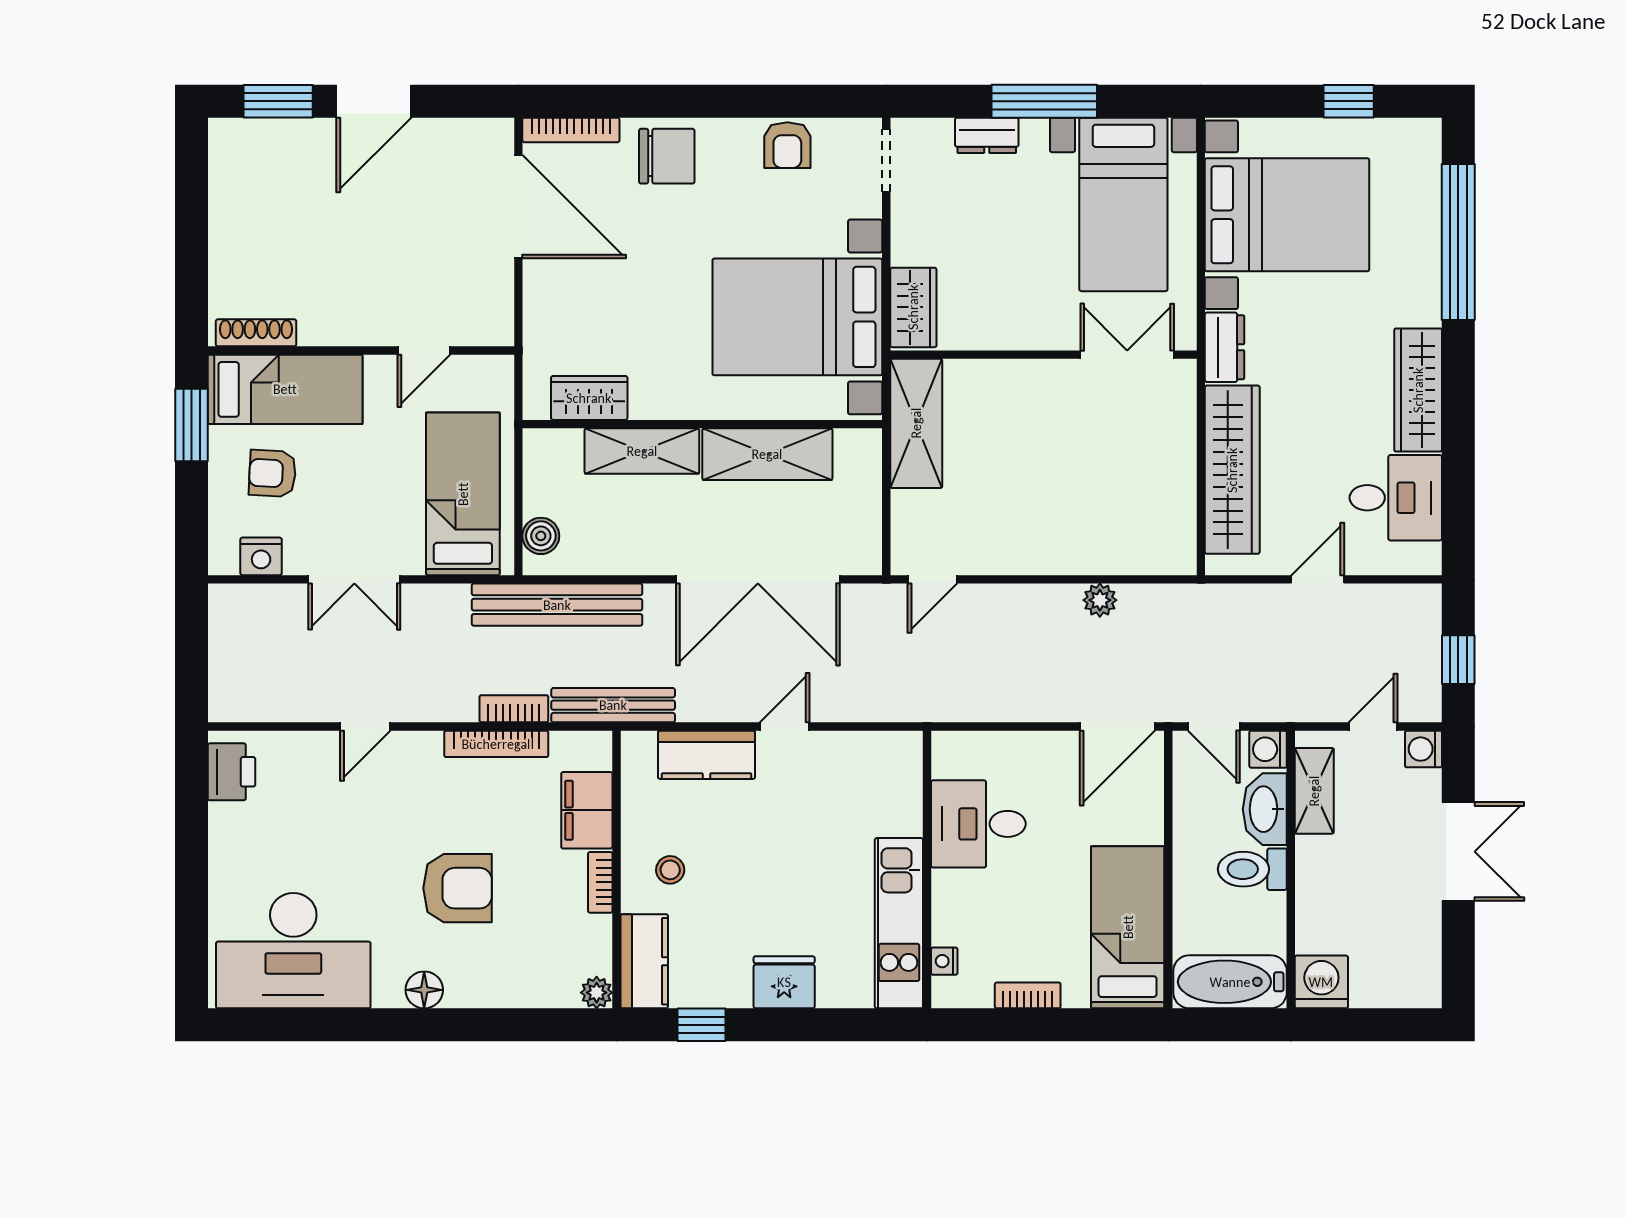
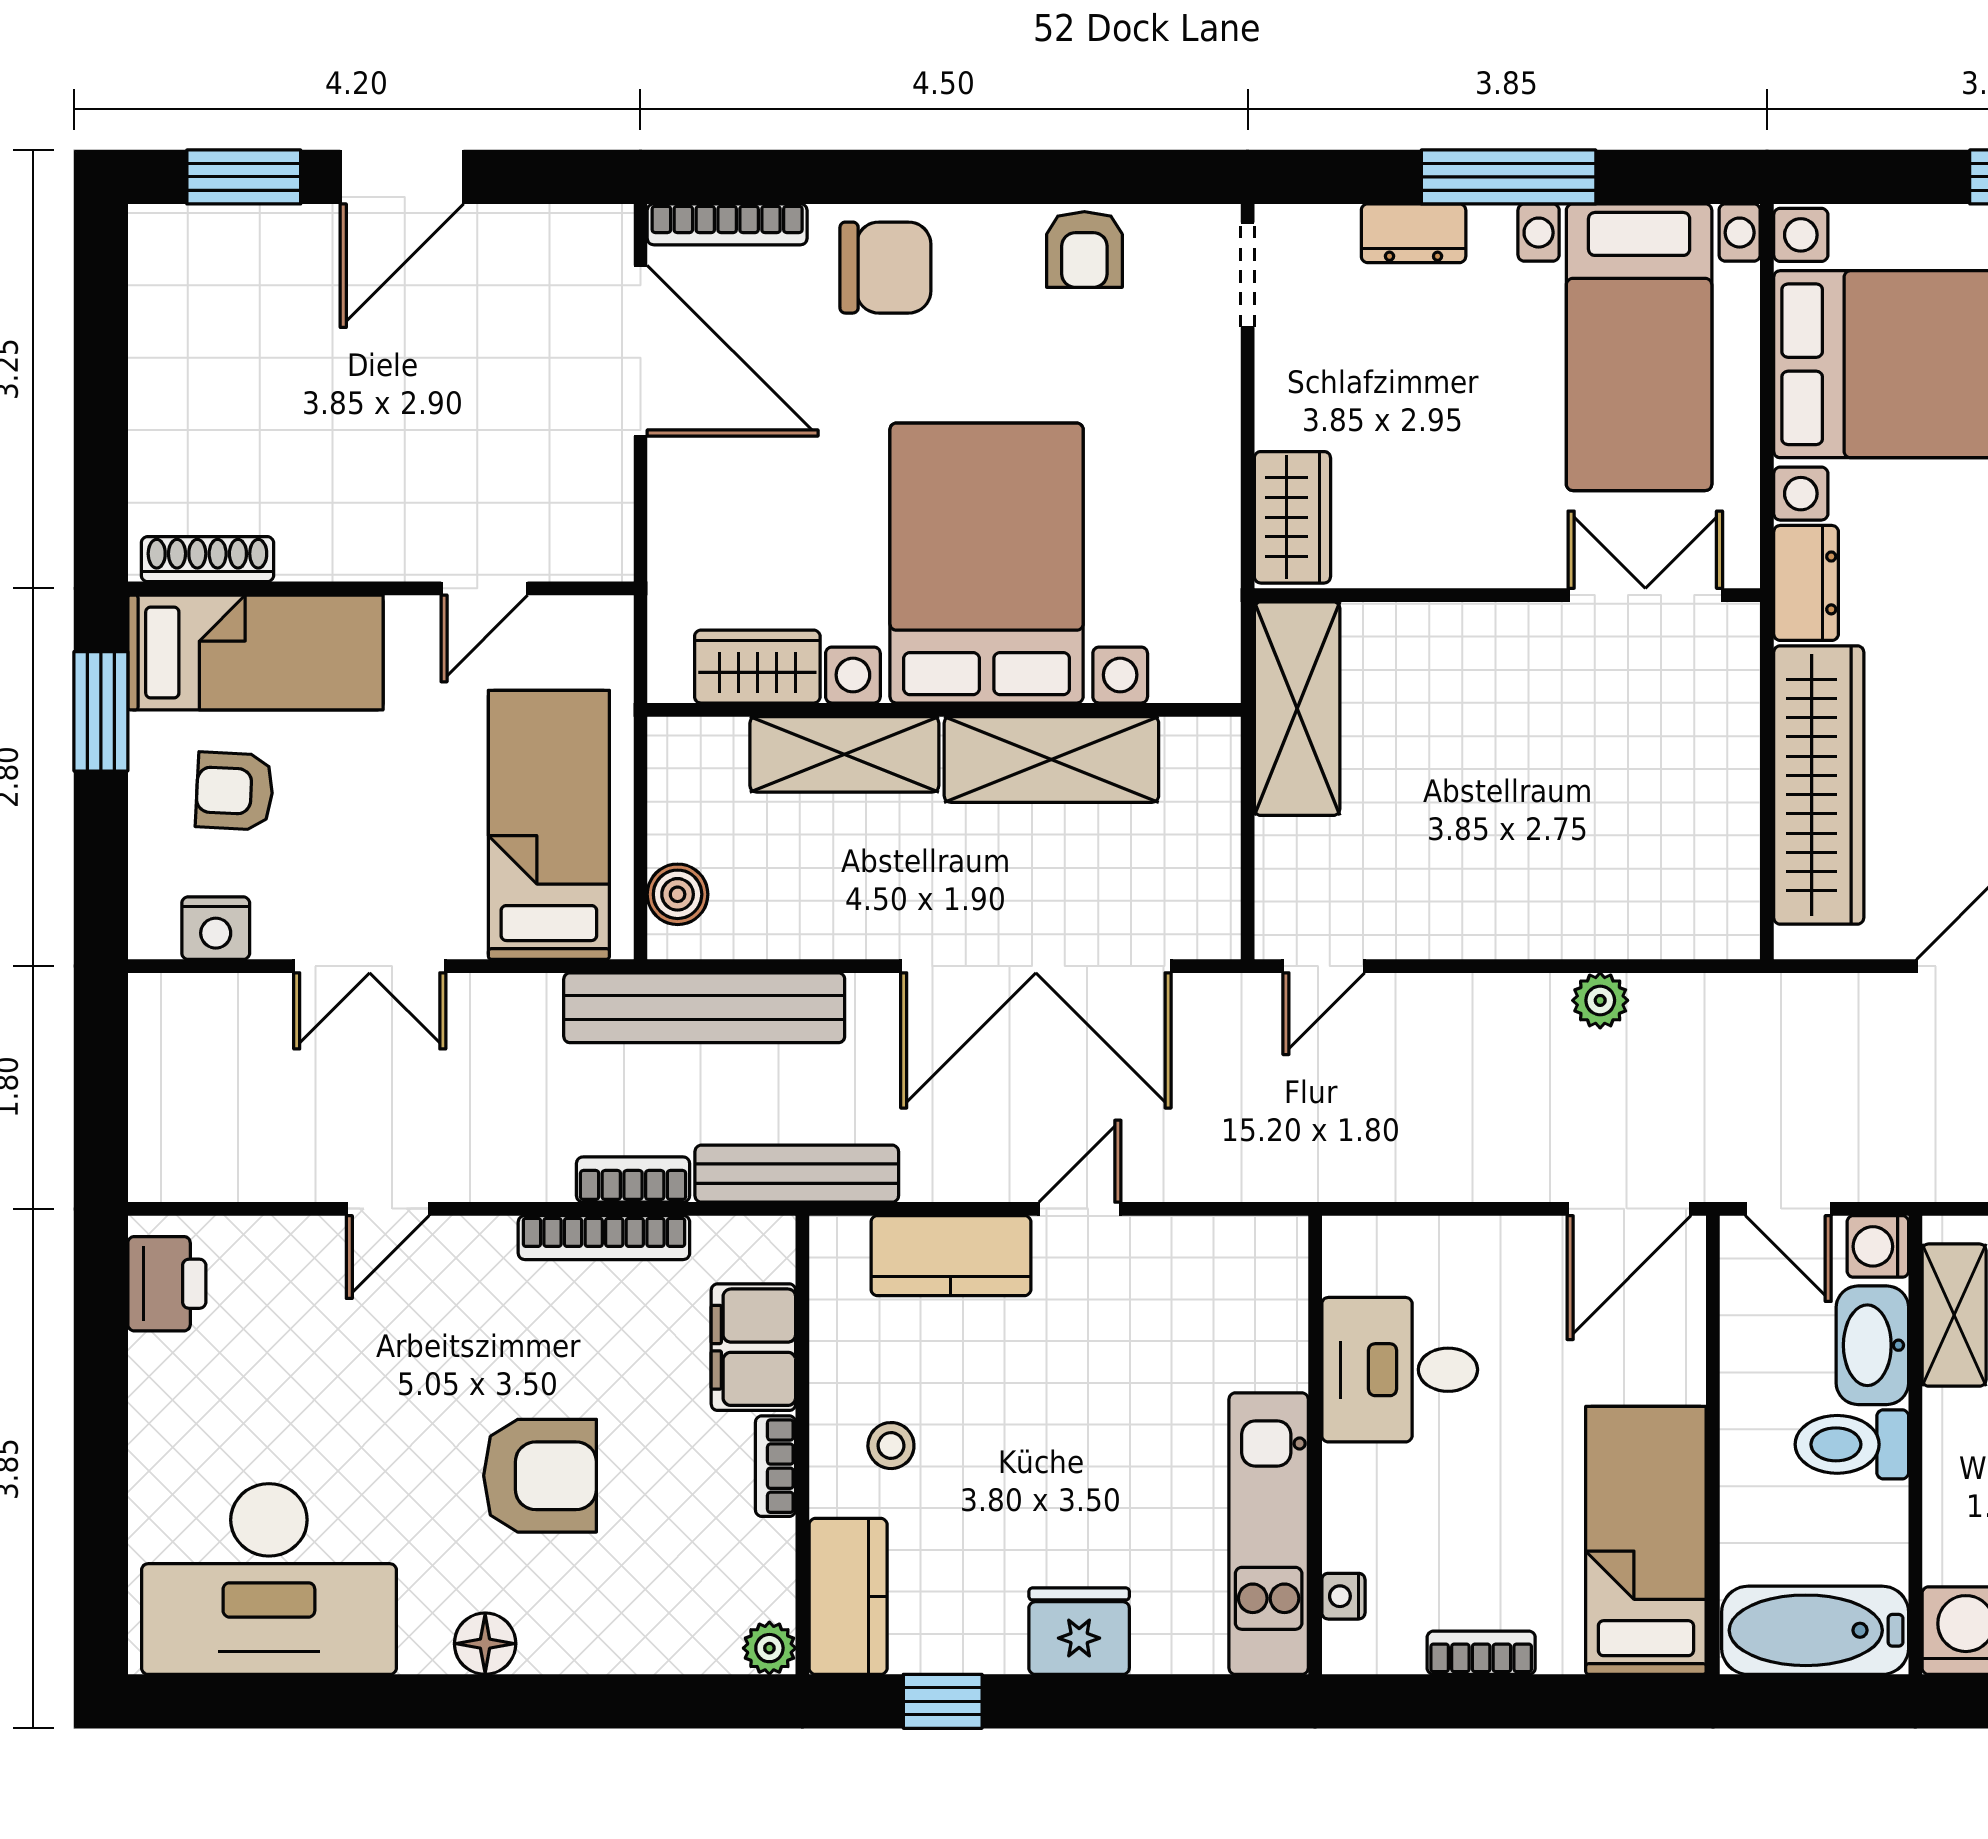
bed with nightstands: (797, 317) -> (987, 563), moved, turned 90

